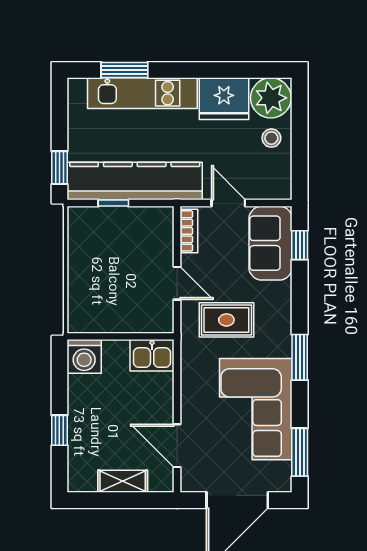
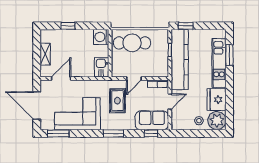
cafe table: (98, 287) -> (132, 43), added
window: (300, 357) -> (113, 133), moved

